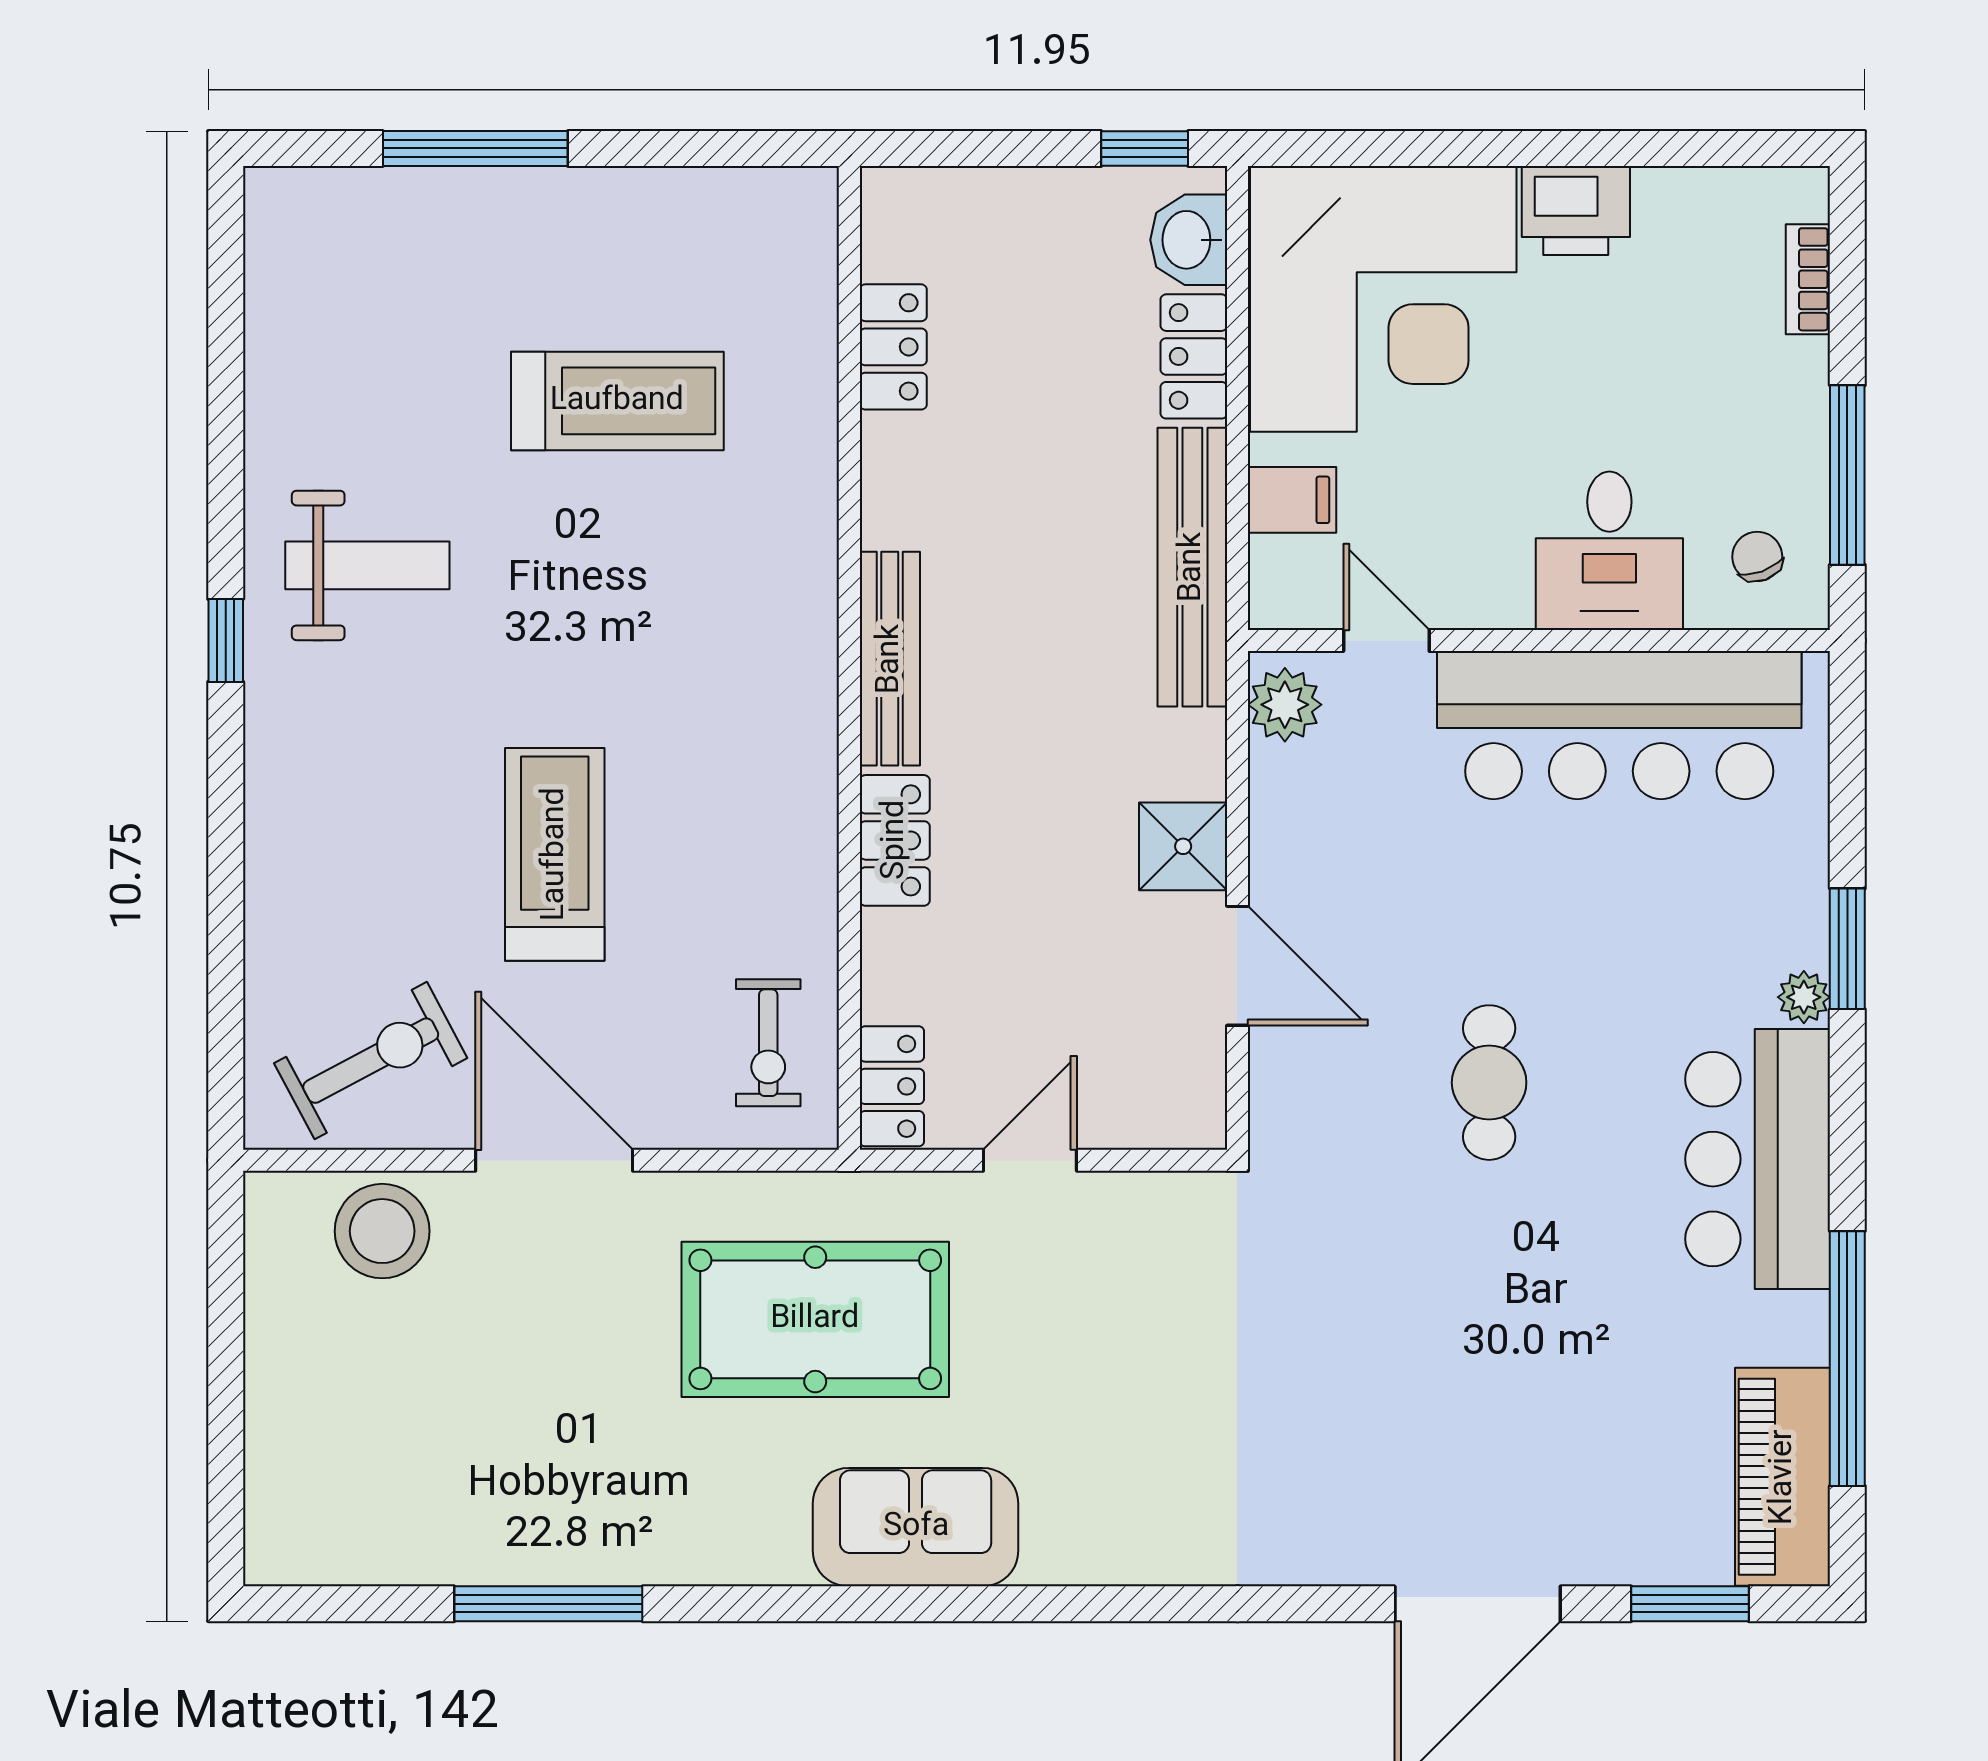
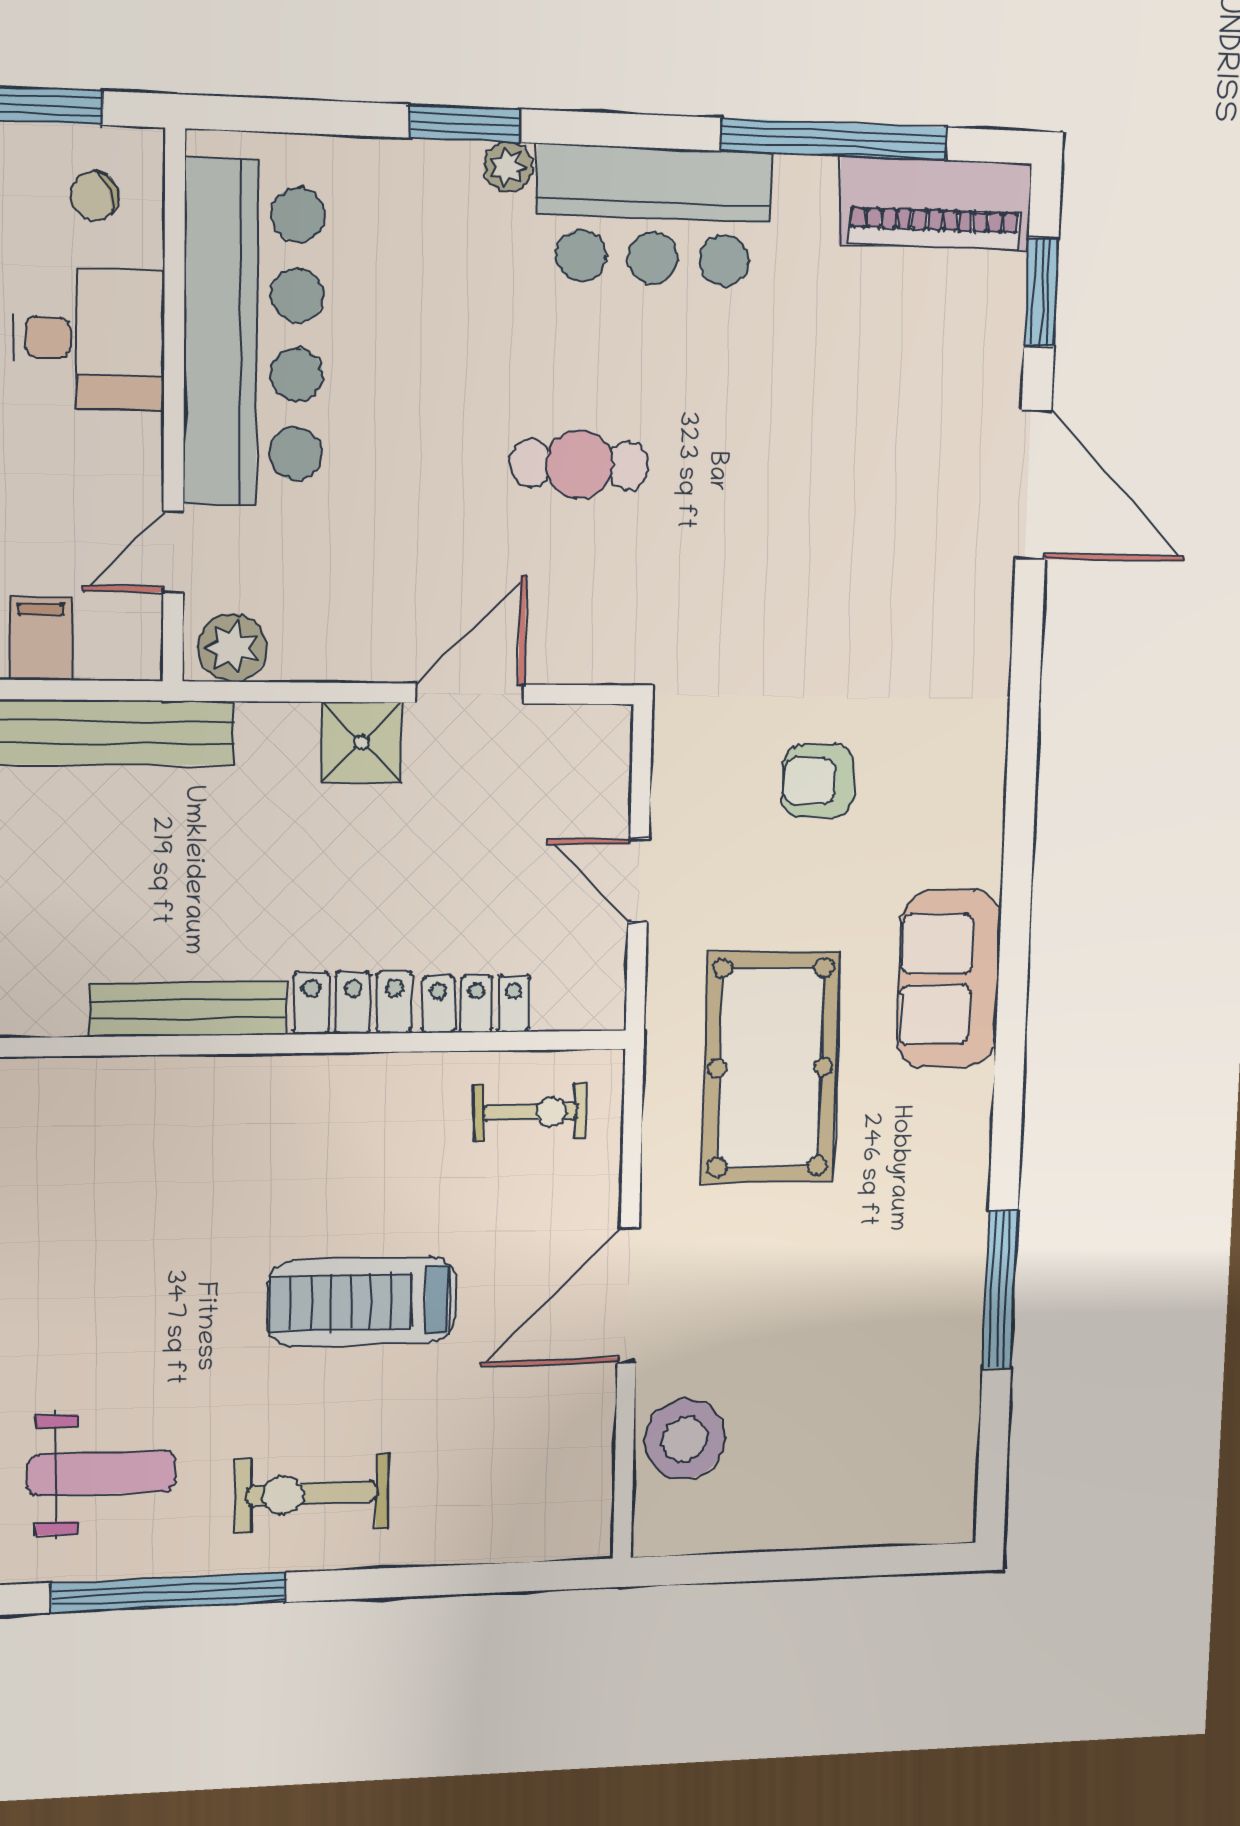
weight bench: (367, 565) -> (101, 1473), turned 90
window: (226, 640) -> (169, 1593), width x3.17
exercise bike: (371, 1061) -> (312, 1494), moved, turned -62
locker: (892, 1086) -> (476, 1004), moved
armchair: (1142, 1364) -> (818, 781), added

